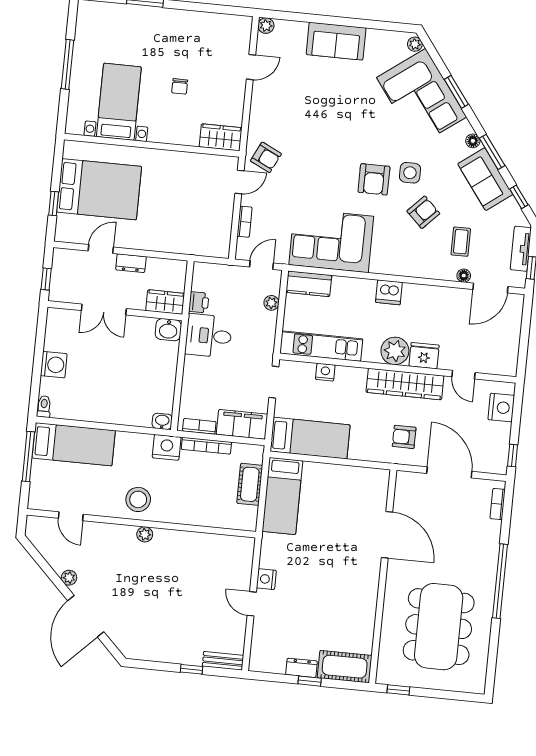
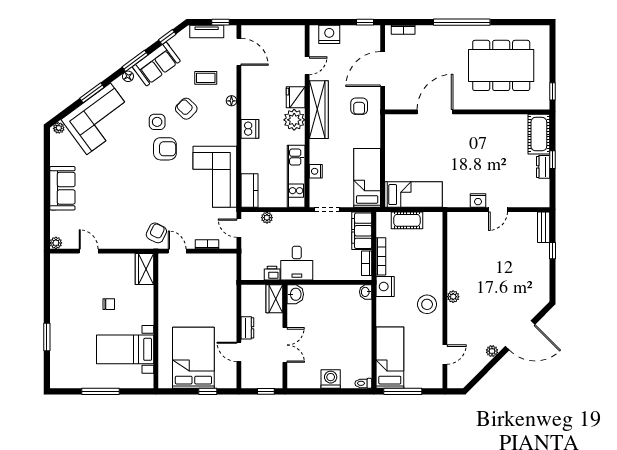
floor lamp: (464, 276) -> (231, 101), moved

